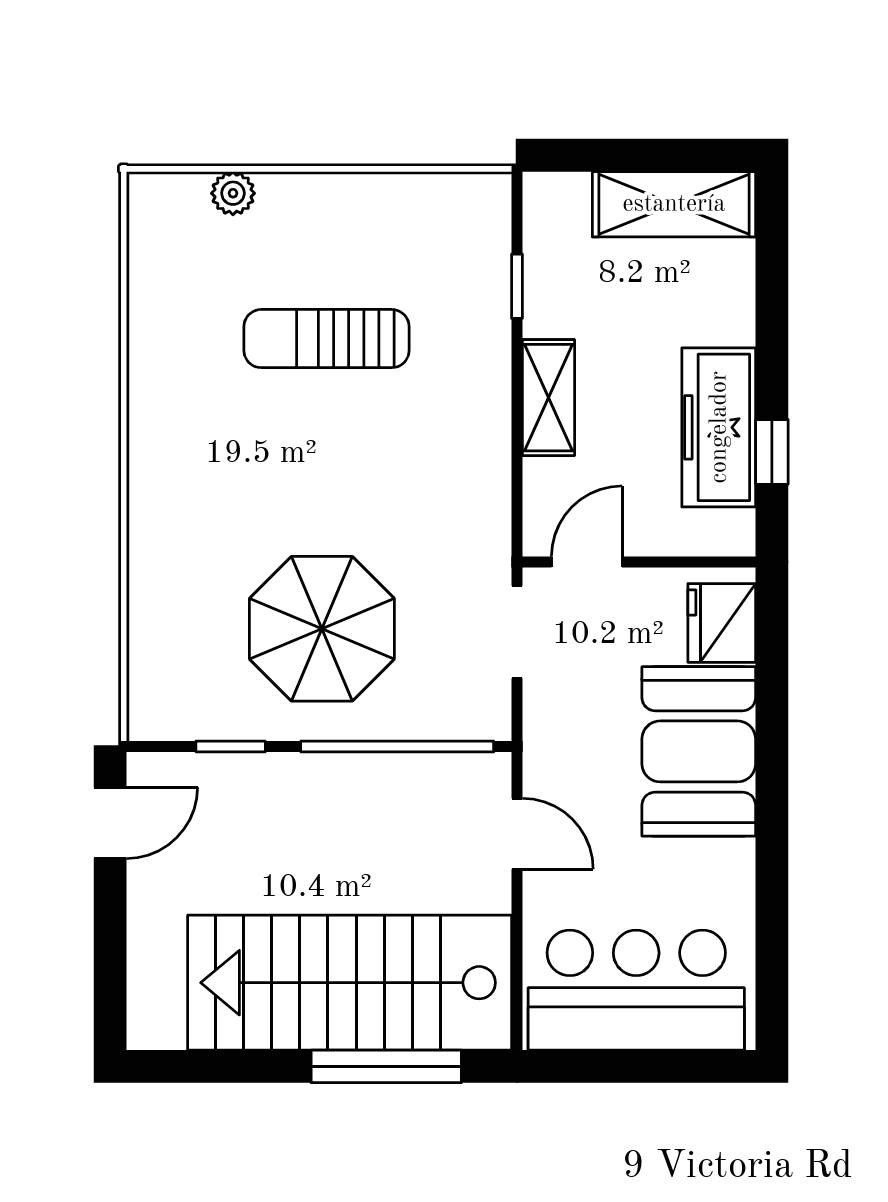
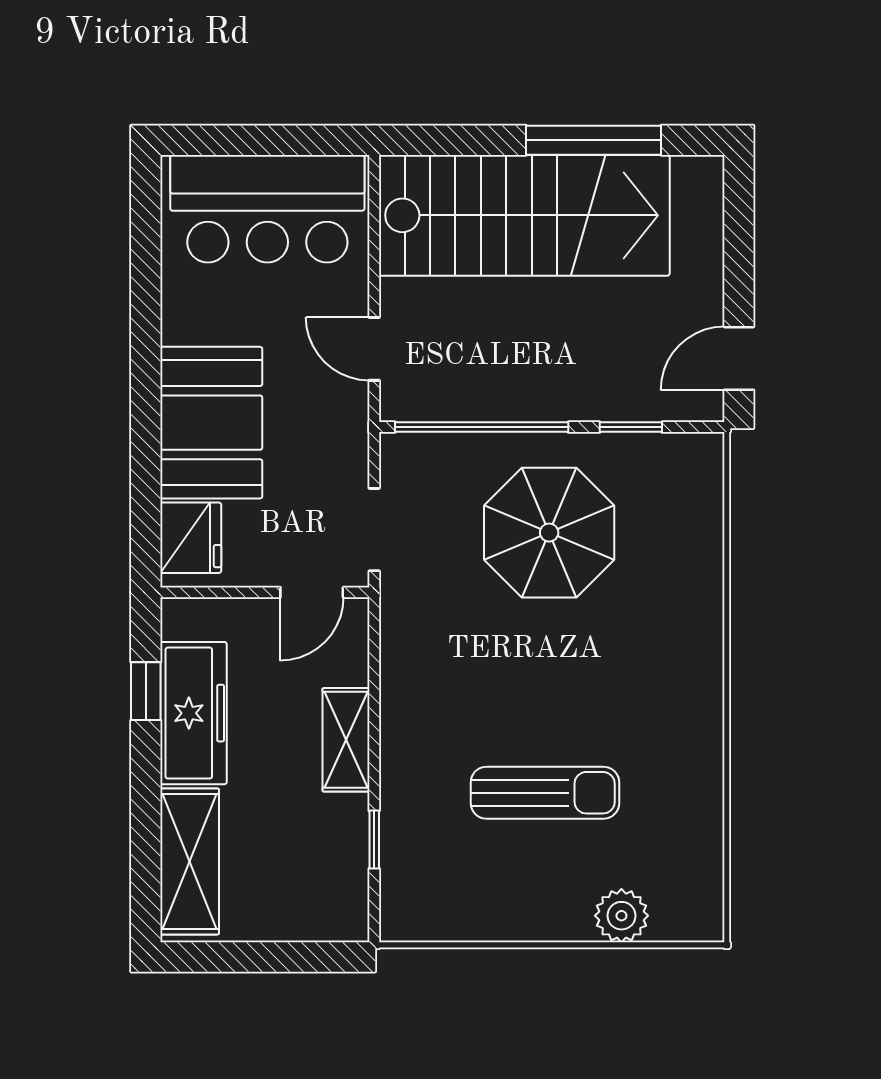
plant: (233, 193) -> (621, 916), width x1.38, depth x1.38
shelving: (674, 204) -> (190, 861), moved, turned 90
window: (386, 1066) -> (594, 140), moved

